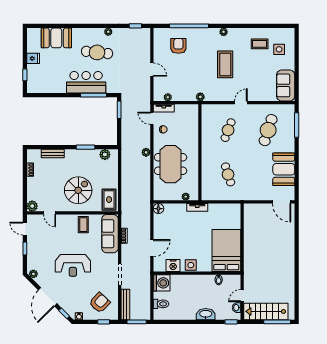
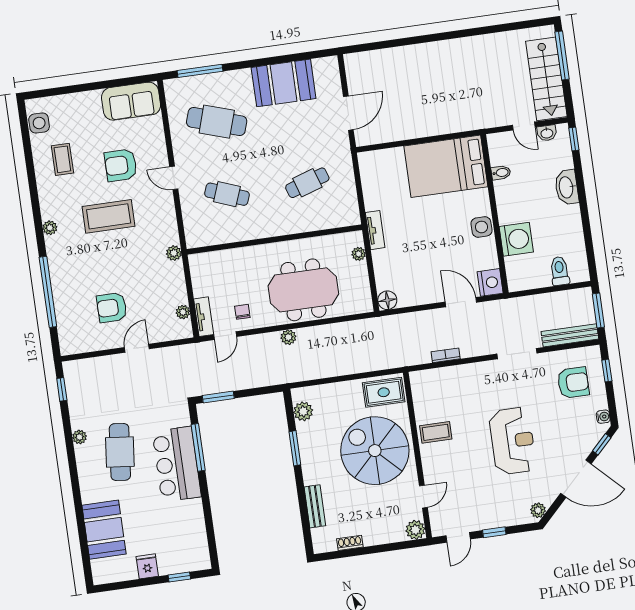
armchair: (178, 46) -> (112, 308), moved
side table: (279, 49) -> (39, 123), moved
armchair: (252, 75) -> (121, 165), added
spiral stairs: (78, 190) -> (375, 451), width x1.37, depth x1.37
door: (282, 202) -> (348, 113), moved
sofa: (110, 234) -> (445, 382), removed
nightstand: (173, 265) -> (490, 282), moved
washing machine: (162, 283) -> (516, 239), moved, turned 90
armchair: (100, 303) -> (573, 383), turned 136

